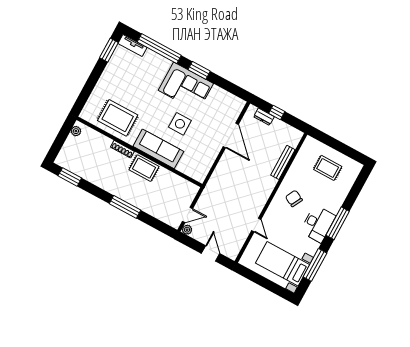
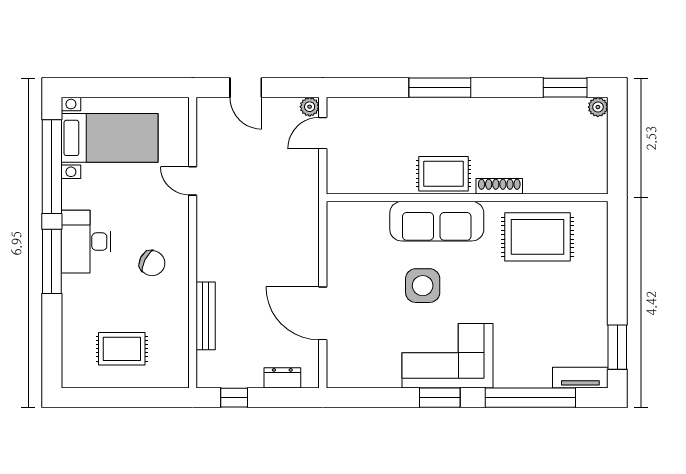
window: (277, 112) -> (234, 398), moved
plant: (76, 131) -> (598, 107), moved
window: (315, 265) -> (52, 167), width x1.46

